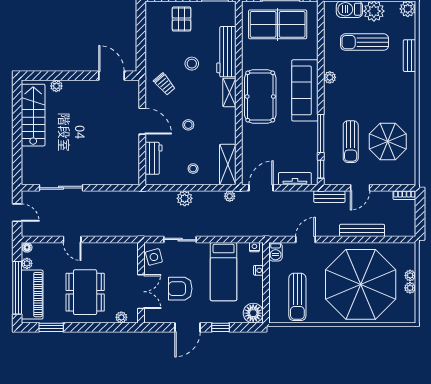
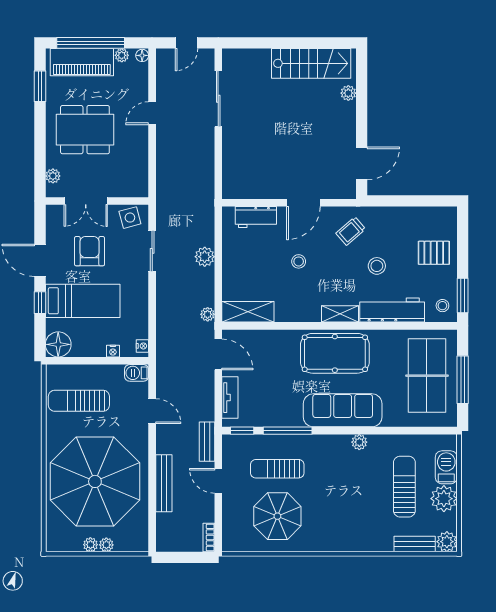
bench: (410, 56) -> (415, 544), moved
stool: (193, 169) -> (442, 306), moved
bed: (224, 272) -> (83, 301), moved, turned 180

